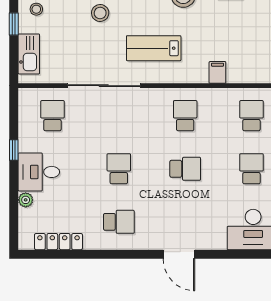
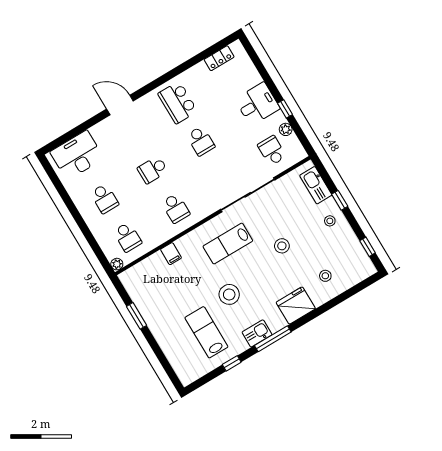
lab bench: (154, 48) -> (228, 244), turned 180
school desk: (52, 116) -> (272, 151), turned 180
plant: (26, 200) -> (286, 129), moved
school desk: (119, 222) -> (178, 102), width x1.85
locker: (58, 242) -> (219, 58), width x0.66

